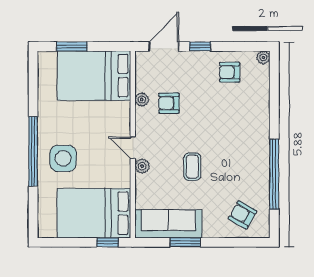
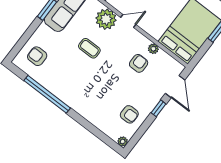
armchair: (230, 72) -> (129, 114), turned 90
plant: (142, 166) -> (106, 19), width x1.88, depth x1.88
armchair: (242, 215) -> (37, 56), turned -120

